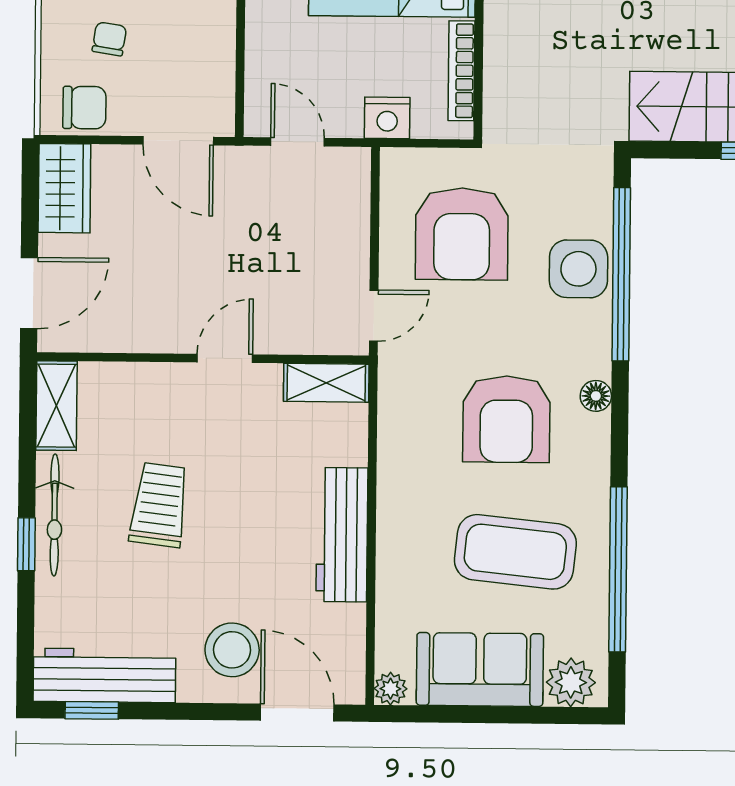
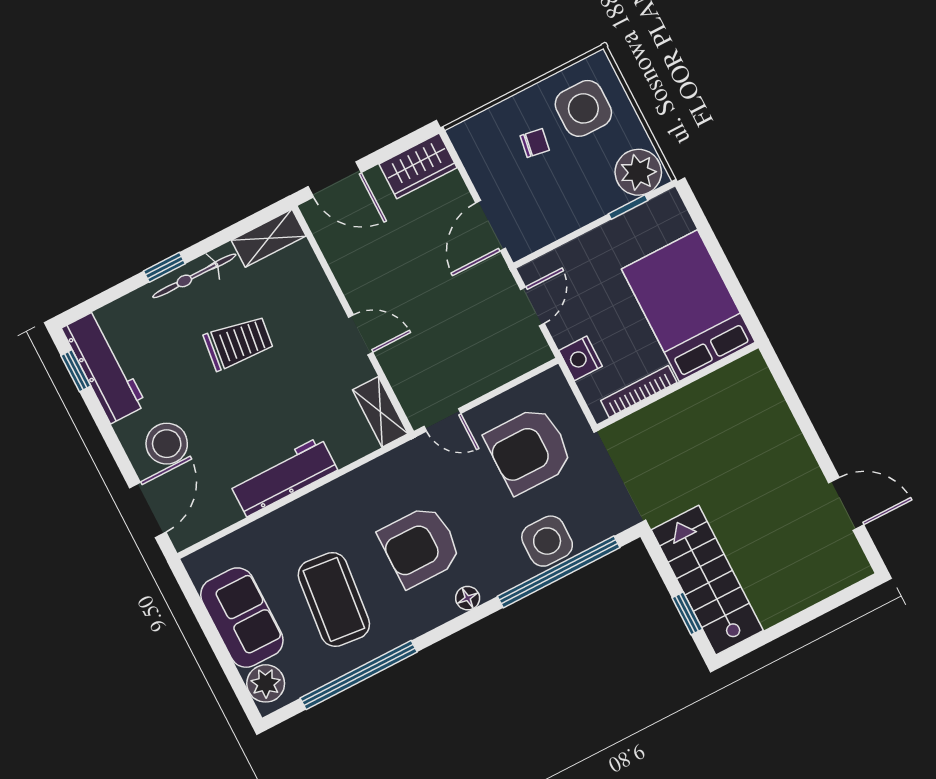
chair: (84, 108) -> (479, 151), removed
plant: (390, 689) -> (197, 564), removed

